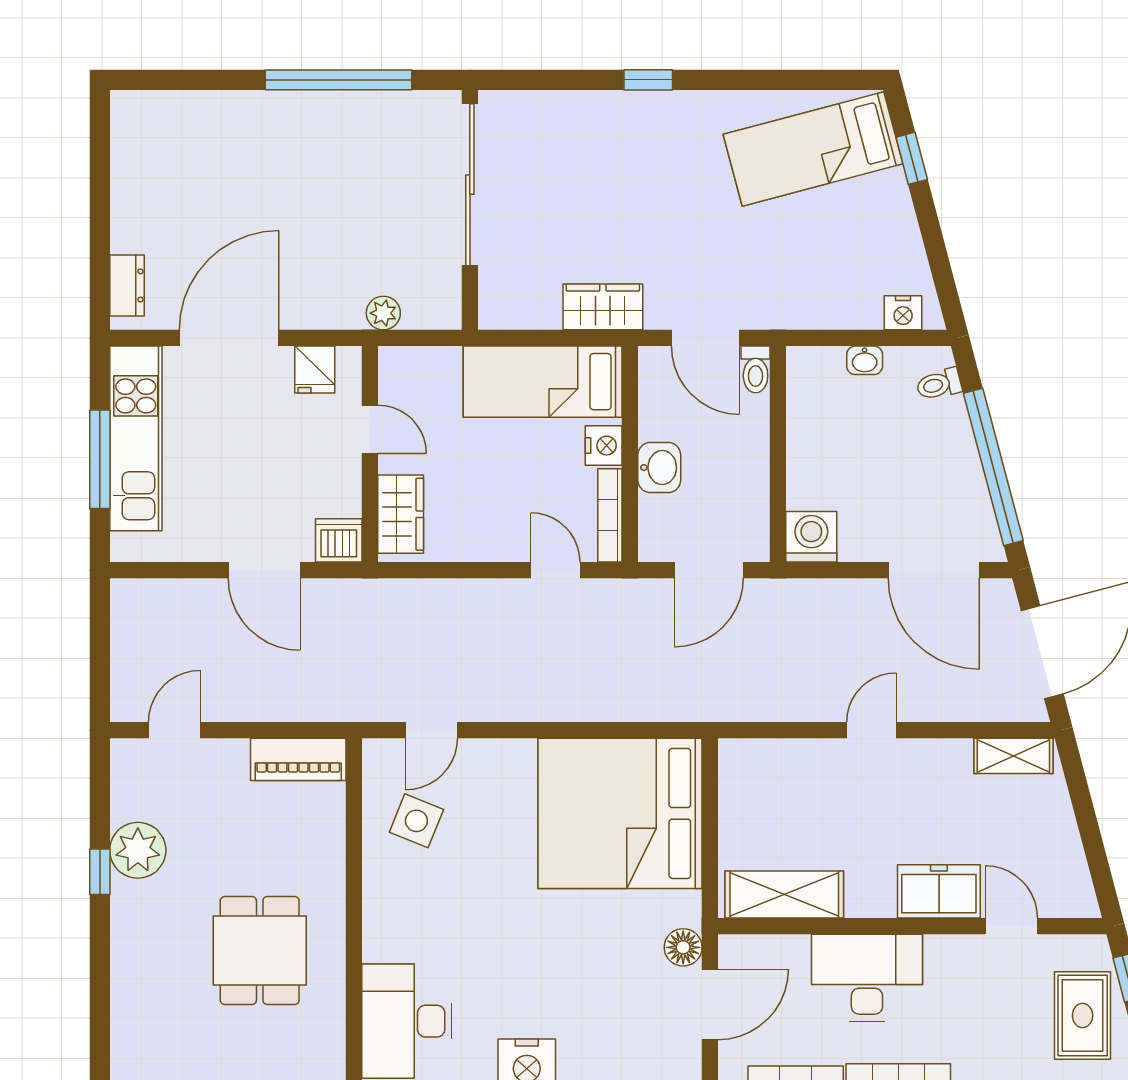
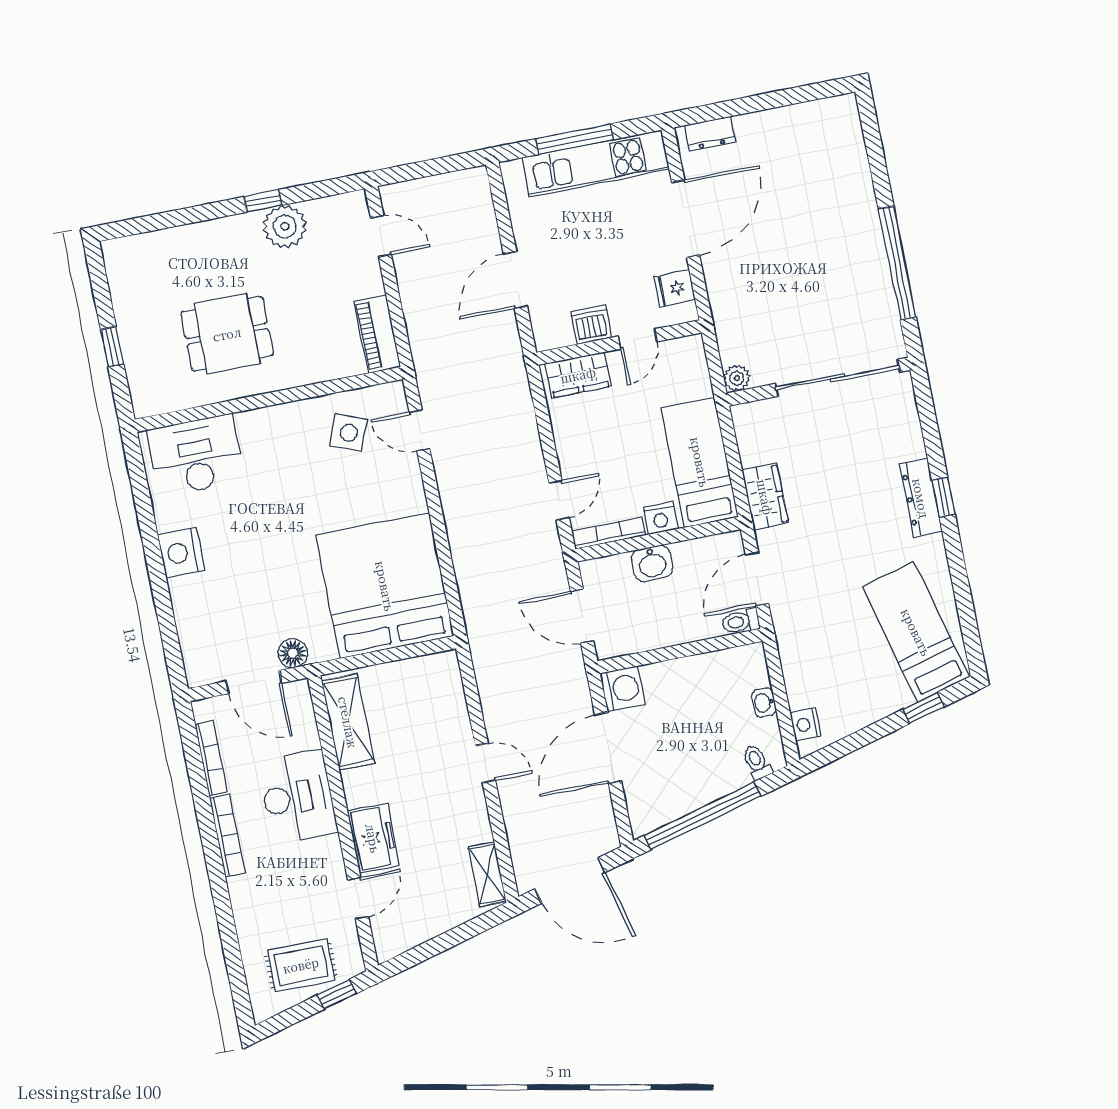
dresser: (644, 109) -> (921, 498), added
plant: (383, 313) -> (737, 378), moved
door: (229, 338) -> (686, 219), hinge flipped
dishwasher: (339, 540) -> (591, 325), moved, turned -90
door: (934, 570) -> (608, 748), moved

